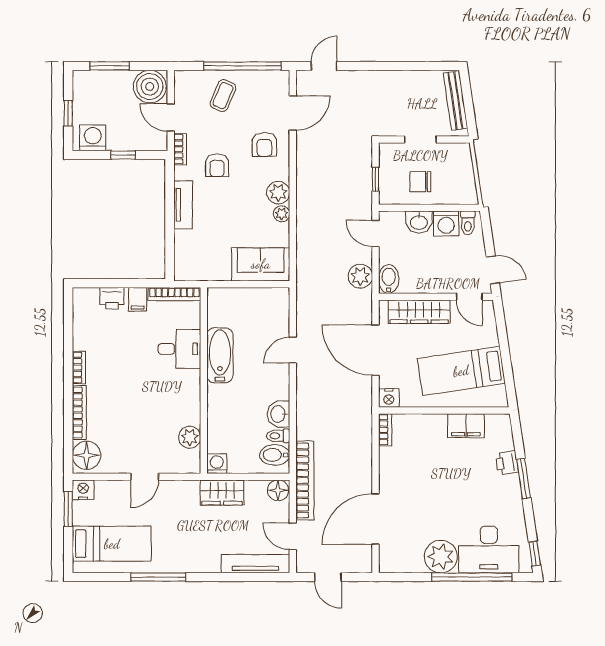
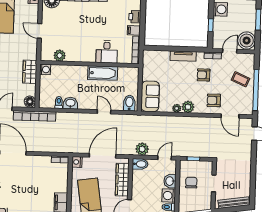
bidet: (275, 455) -> (129, 103), moved

